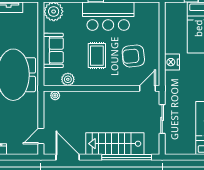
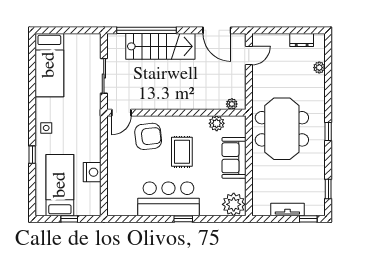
armchair: (133, 56) -> (148, 136), moved
nightstand: (172, 62) -> (92, 172), moved

